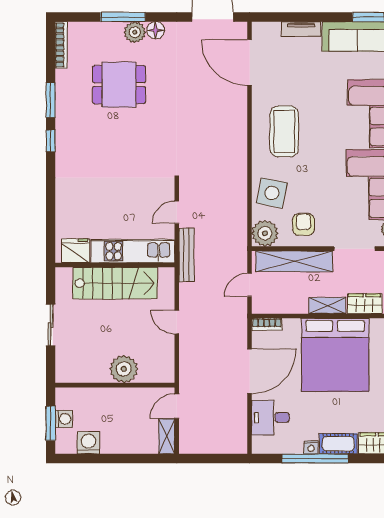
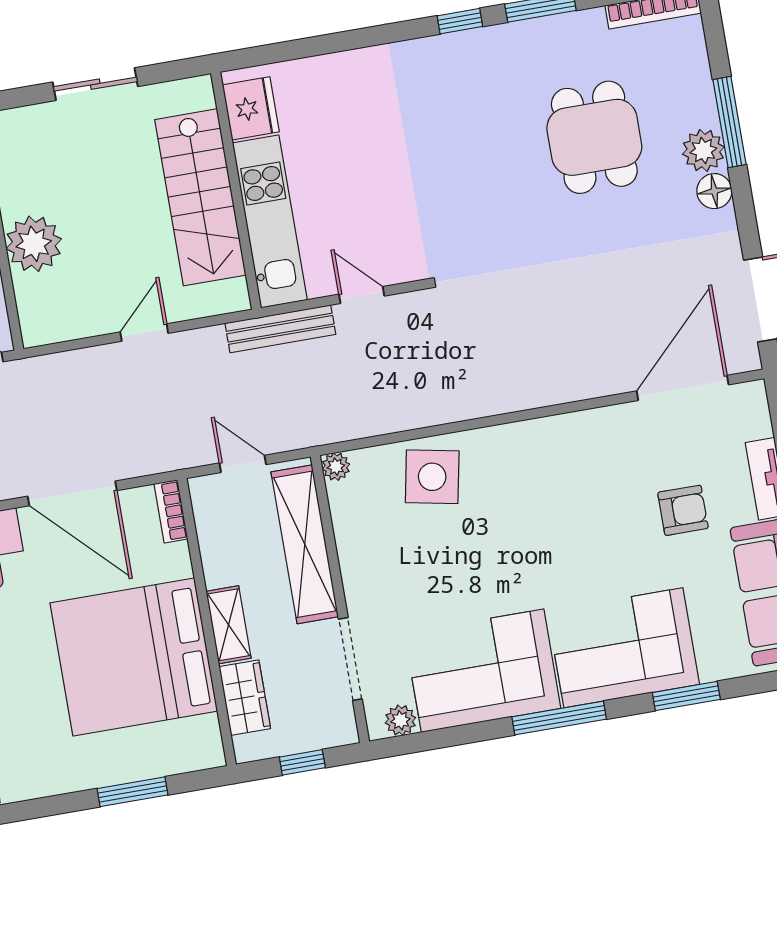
coffee table: (284, 131) -> (558, 480), removed
armchair: (303, 224) -> (683, 510), moved
plant: (265, 233) -> (336, 467), width x0.53, depth x0.53

